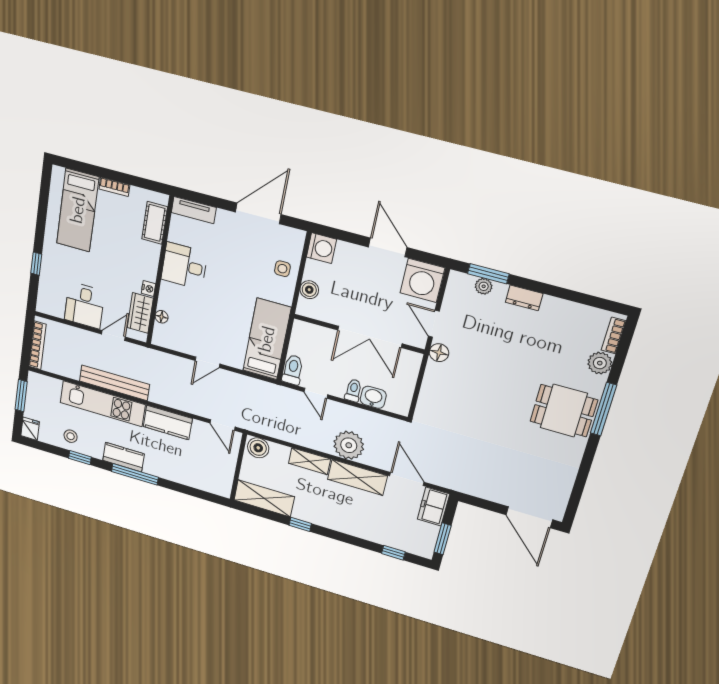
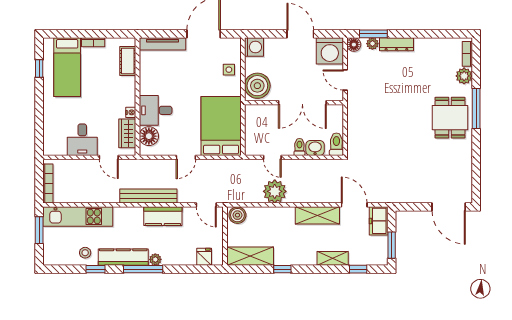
tv unit: (194, 210) -> (162, 44), width x1.41
window: (36, 264) -> (39, 68), moved
desk: (184, 266) -> (156, 110), moved
boiler: (309, 290) -> (257, 86), width x1.86, depth x1.86
dresser: (524, 298) -> (396, 44), width x1.44
floor lamp: (162, 317) -> (149, 136), width x1.89, depth x1.89
door: (113, 336) -> (109, 157), swing flipped
bed: (267, 339) -> (221, 126), width x1.50
floor lamp: (439, 353) -> (354, 45), moved
toilet: (293, 370) -> (336, 144), moved
bench: (114, 383) -> (148, 196), moved
kitchen unit: (103, 404) -> (78, 217), moved
dining table: (564, 411) -> (450, 118), turned 90
fridge: (30, 429) -> (204, 257), moved
plant: (349, 445) -> (275, 191), moved
kitchen counter: (124, 457) -> (123, 257), width x1.50
shelving: (309, 461) -> (333, 258), moved
plant: (151, 468) -> (155, 259), added

